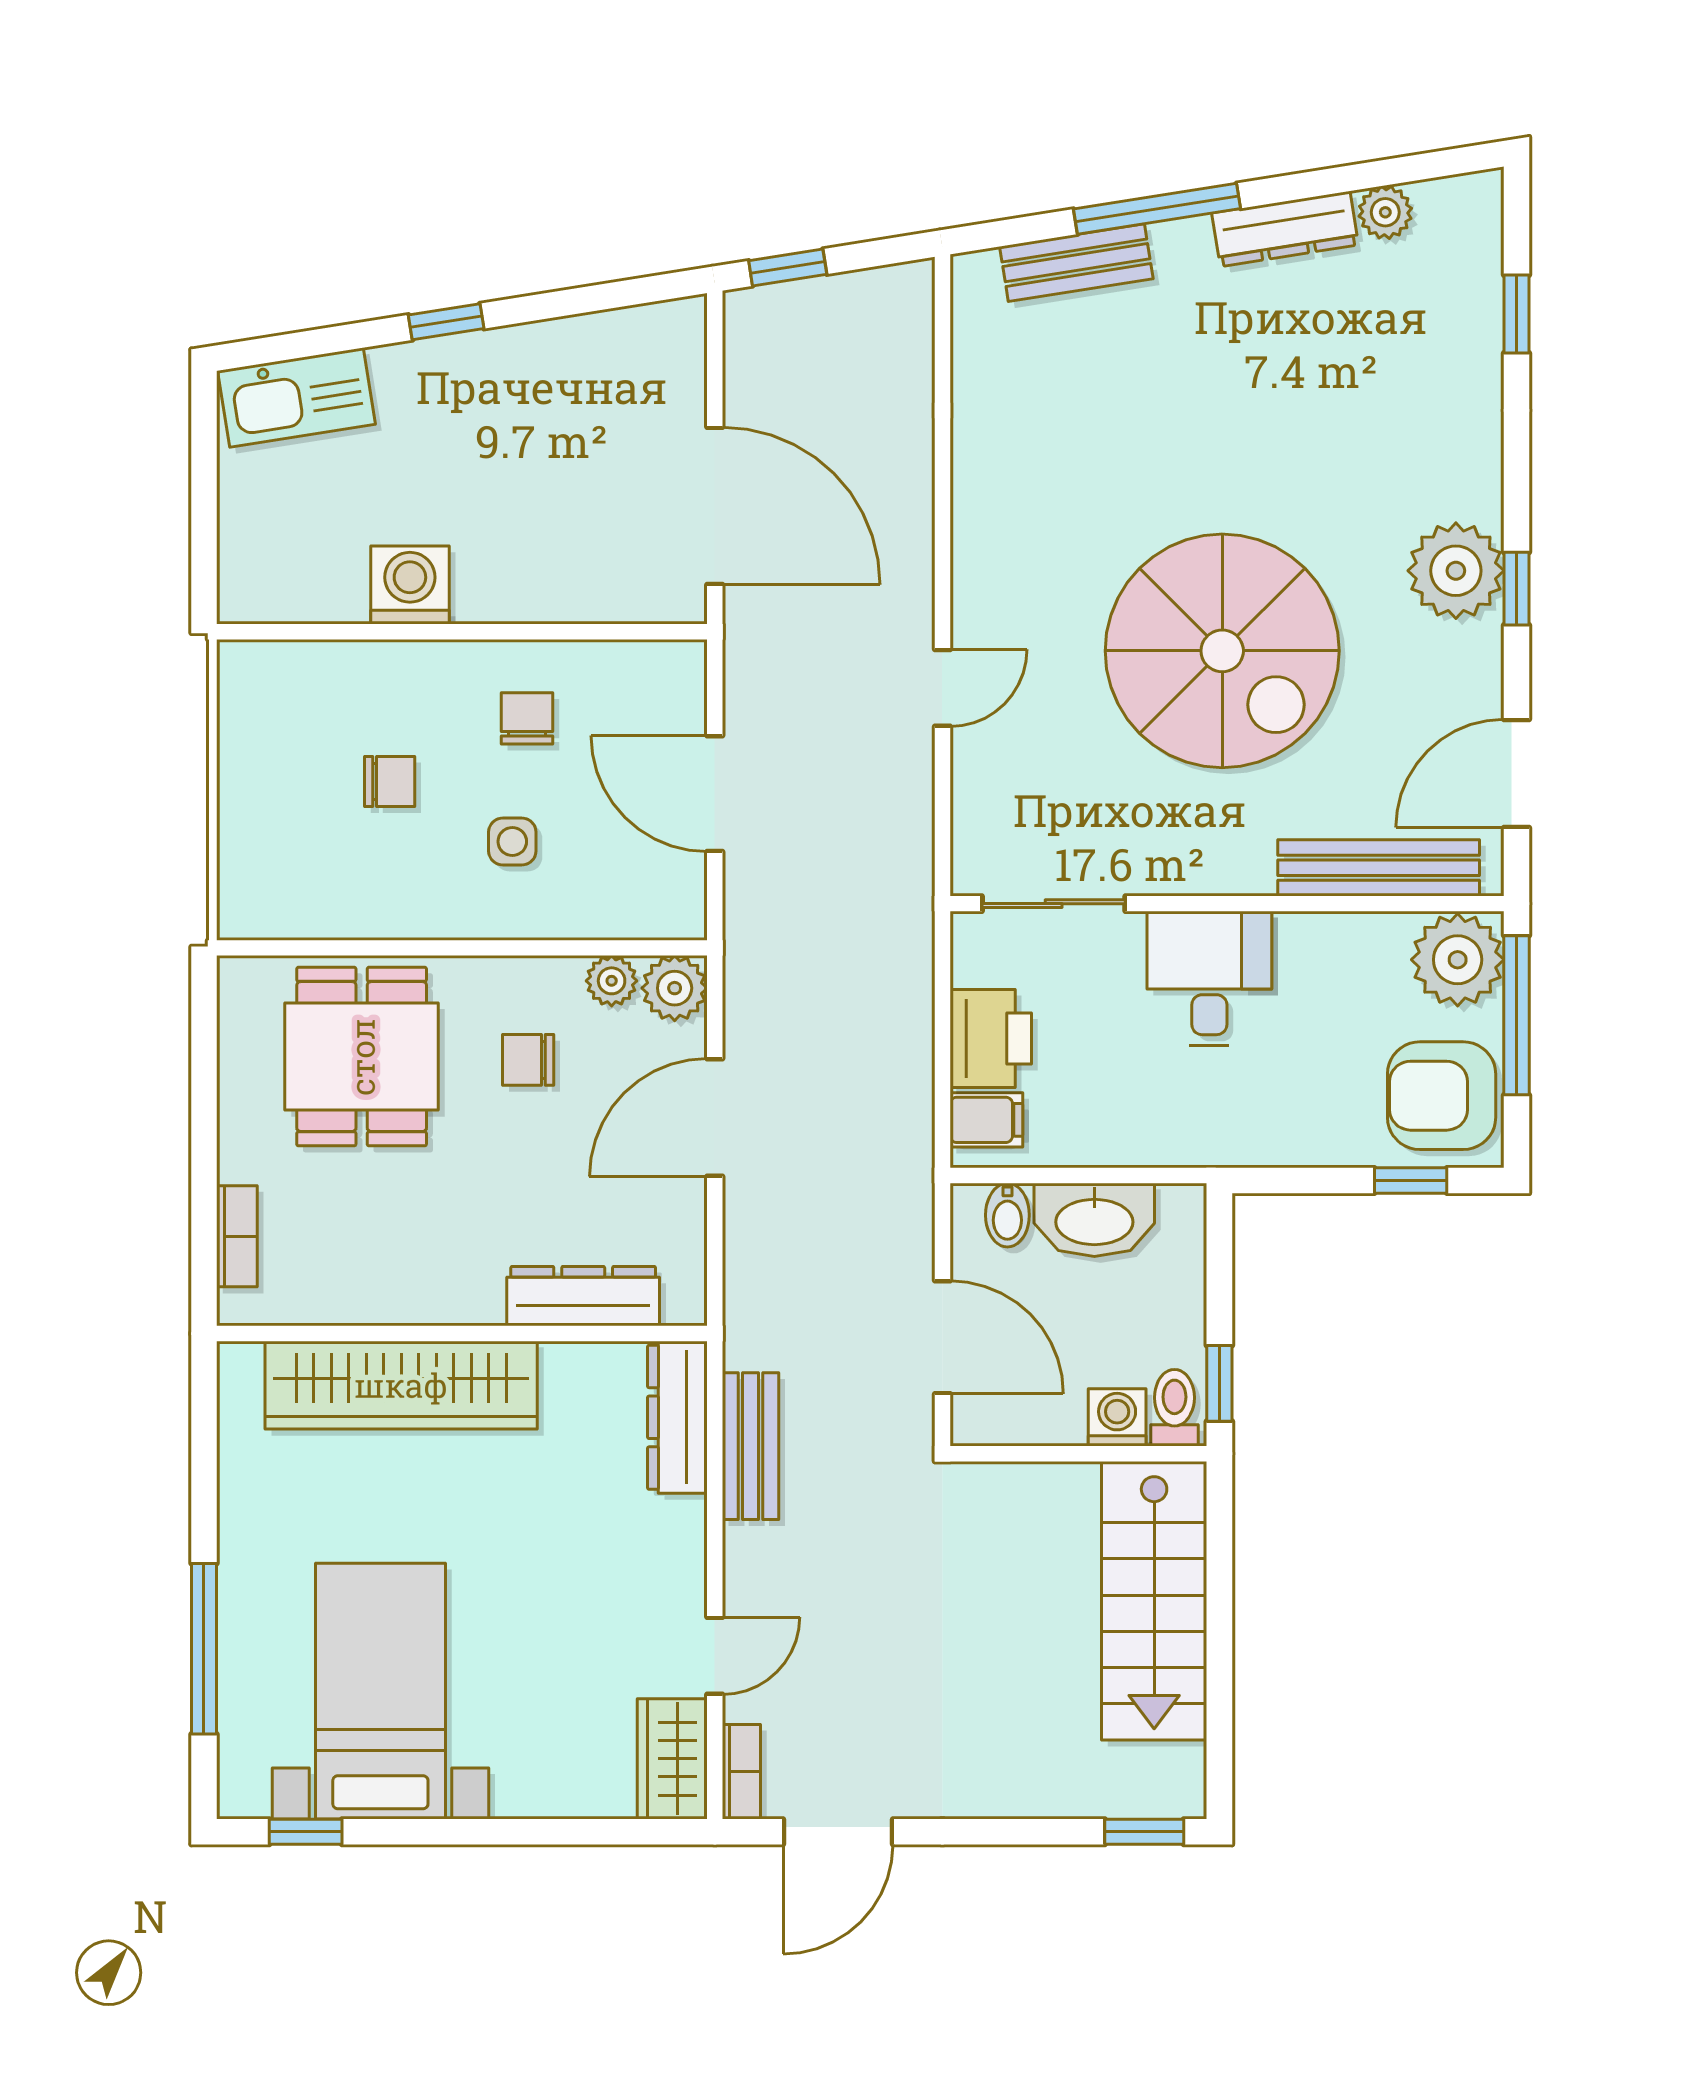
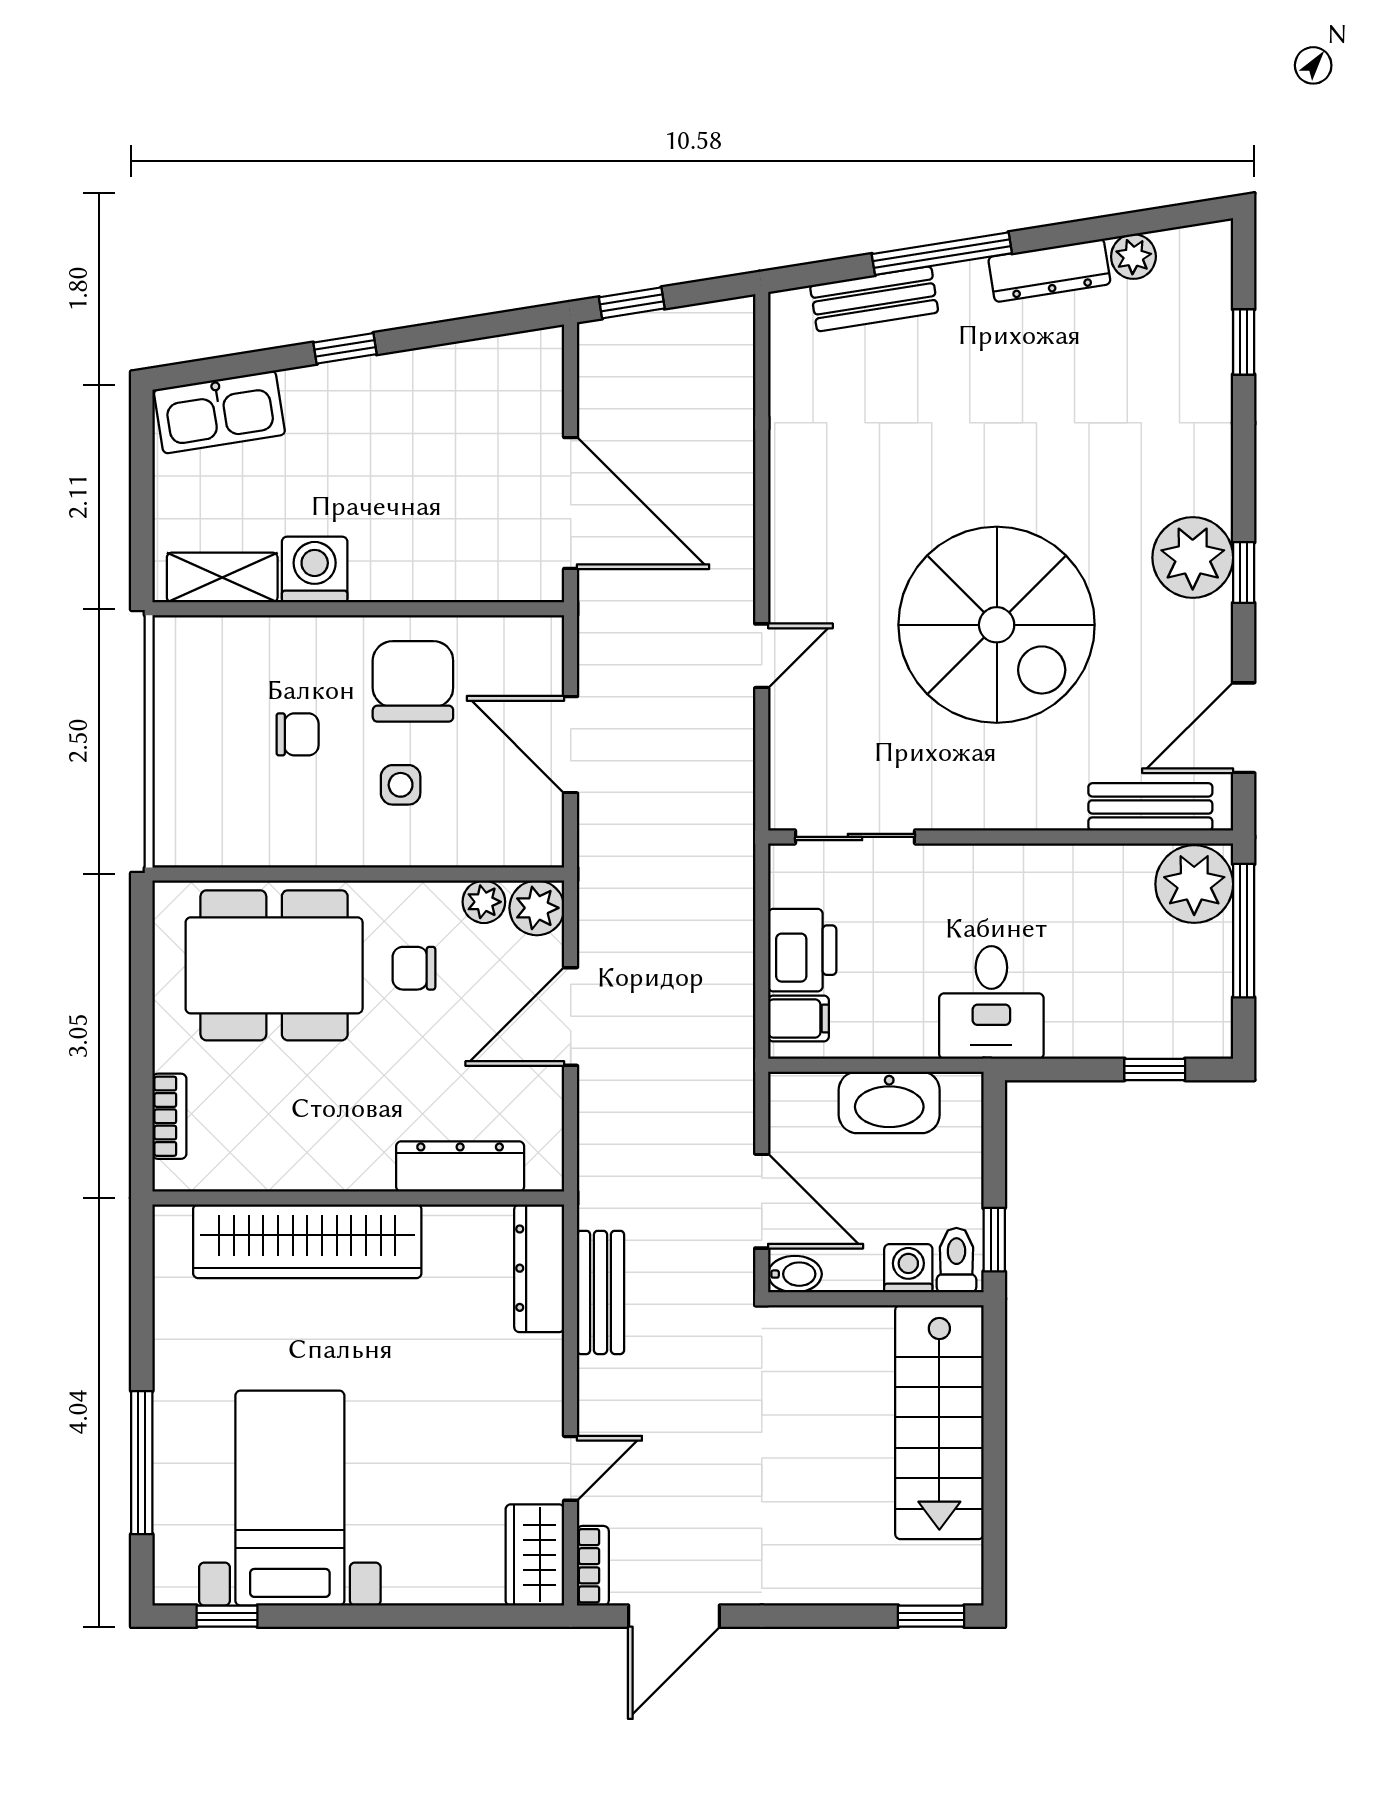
shelving: (300, 595) -> (222, 577), added
chair: (527, 718) -> (413, 681), width x1.87, depth x1.87
bench: (1379, 868) -> (1150, 807), width x0.73
desk: (1209, 978) -> (991, 1002), moved, turned 180
dining table: (362, 1057) -> (274, 965), width x1.38
armchair: (1442, 1096) -> (1181, 998), removed
bidet: (1007, 1215) -> (795, 1274), moved, turned -90

